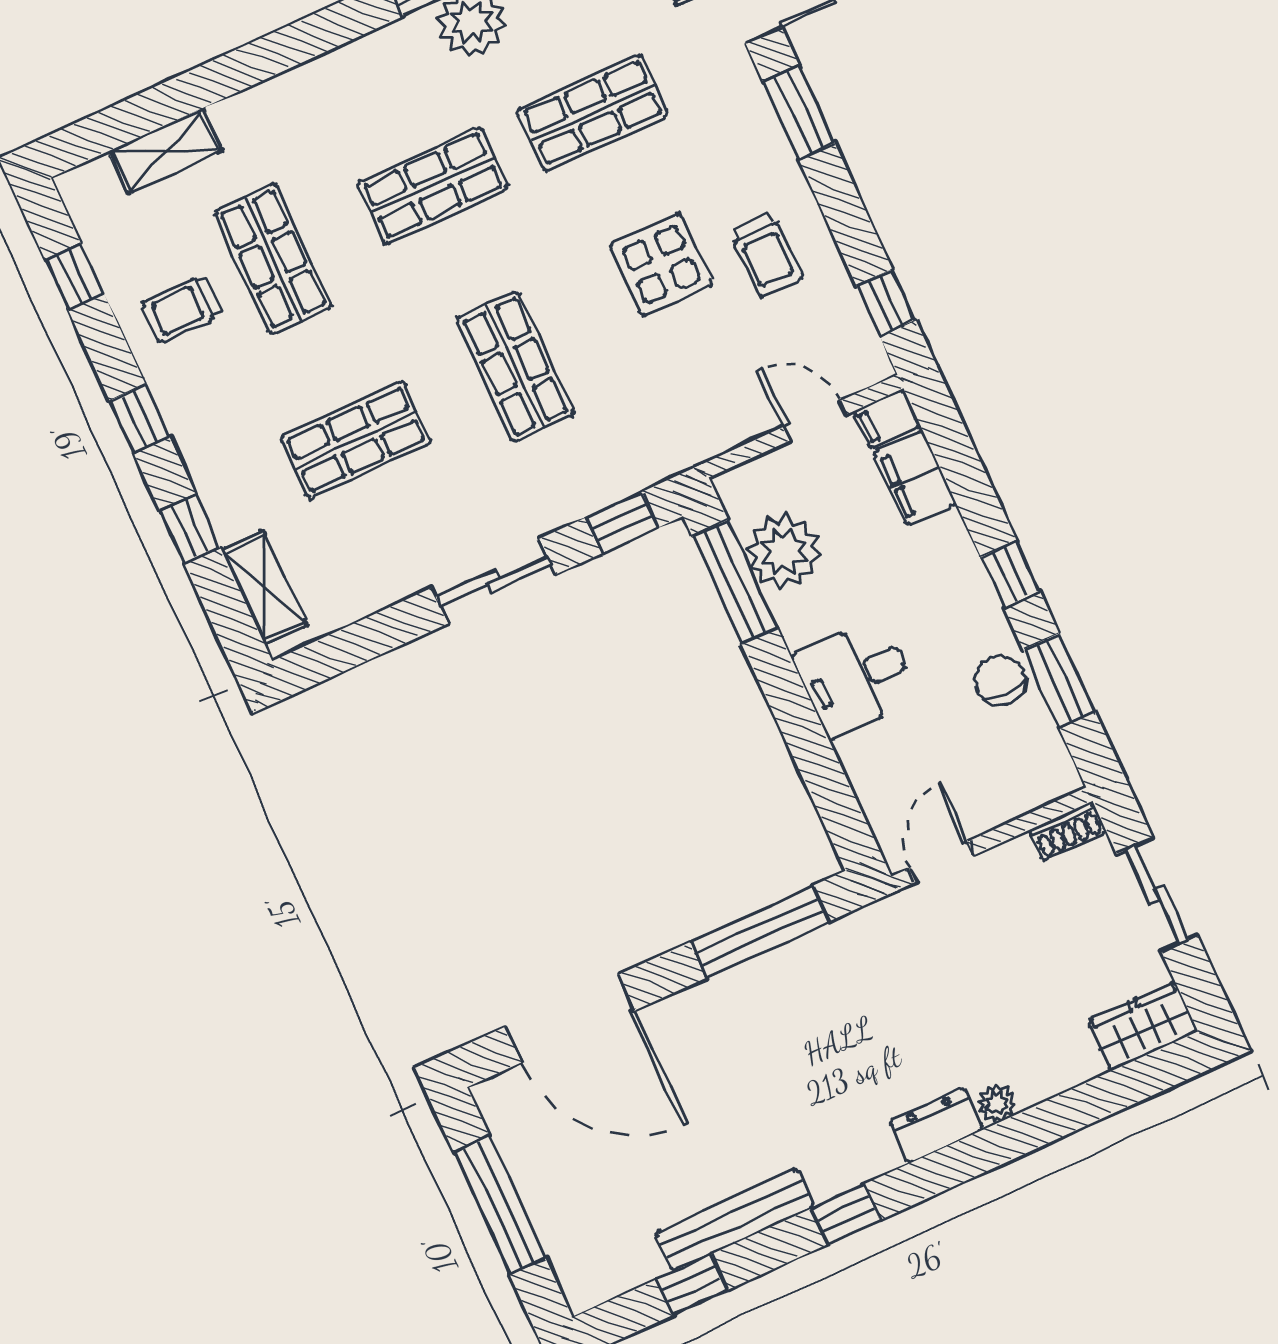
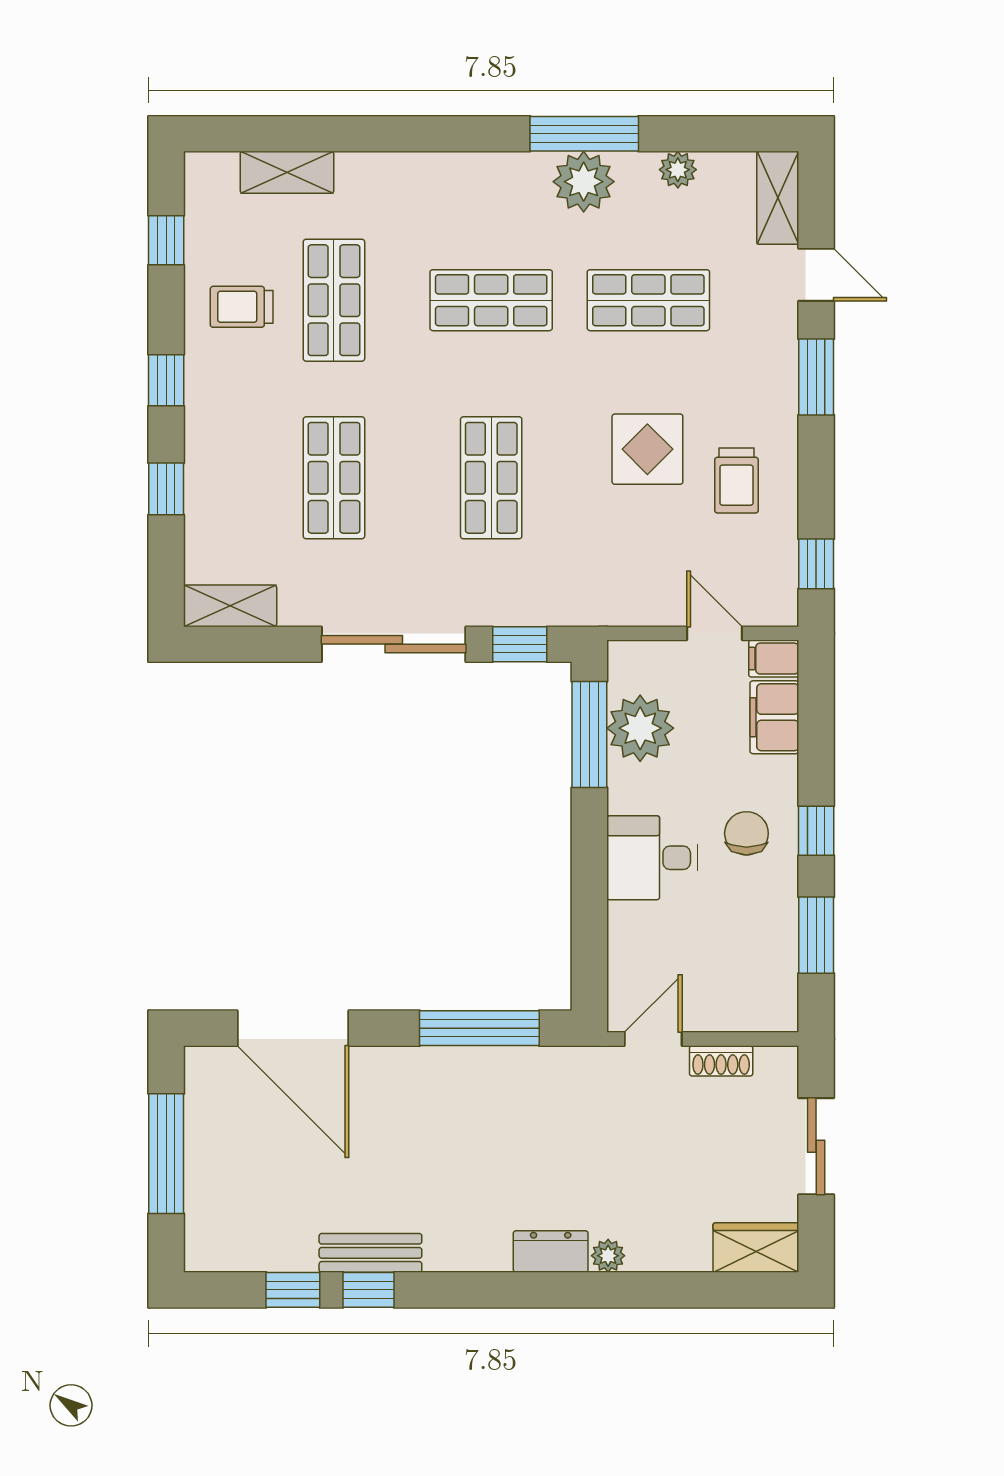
shop shelf: (356, 440) -> (334, 478), turned 90
sliding door: (494, 581) -> (394, 644), width x1.37
shelving: (264, 587) -> (230, 606), moved, turned 90
chair: (1000, 680) -> (746, 833), moved
shoe rack: (1068, 831) -> (721, 1061), moved
window: (846, 1214) -> (369, 1290), moved
bench: (735, 1220) -> (370, 1253), width x0.73

